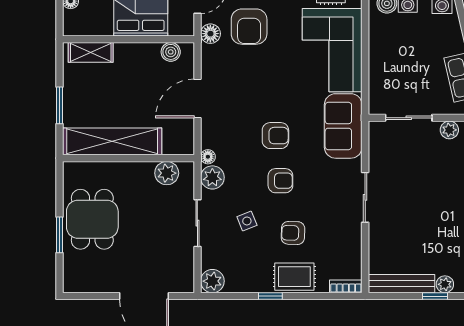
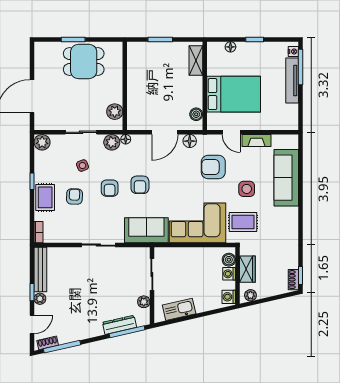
floor lamp: (210, 34) -> (190, 141), moved
door: (197, 98) -> (165, 132), swing flipped
shelving: (112, 141) -> (136, 75), removed

